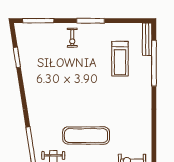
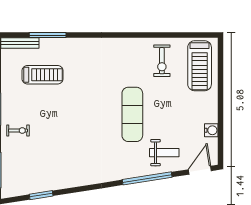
window: (154, 63) -> (48, 35), width x0.68

